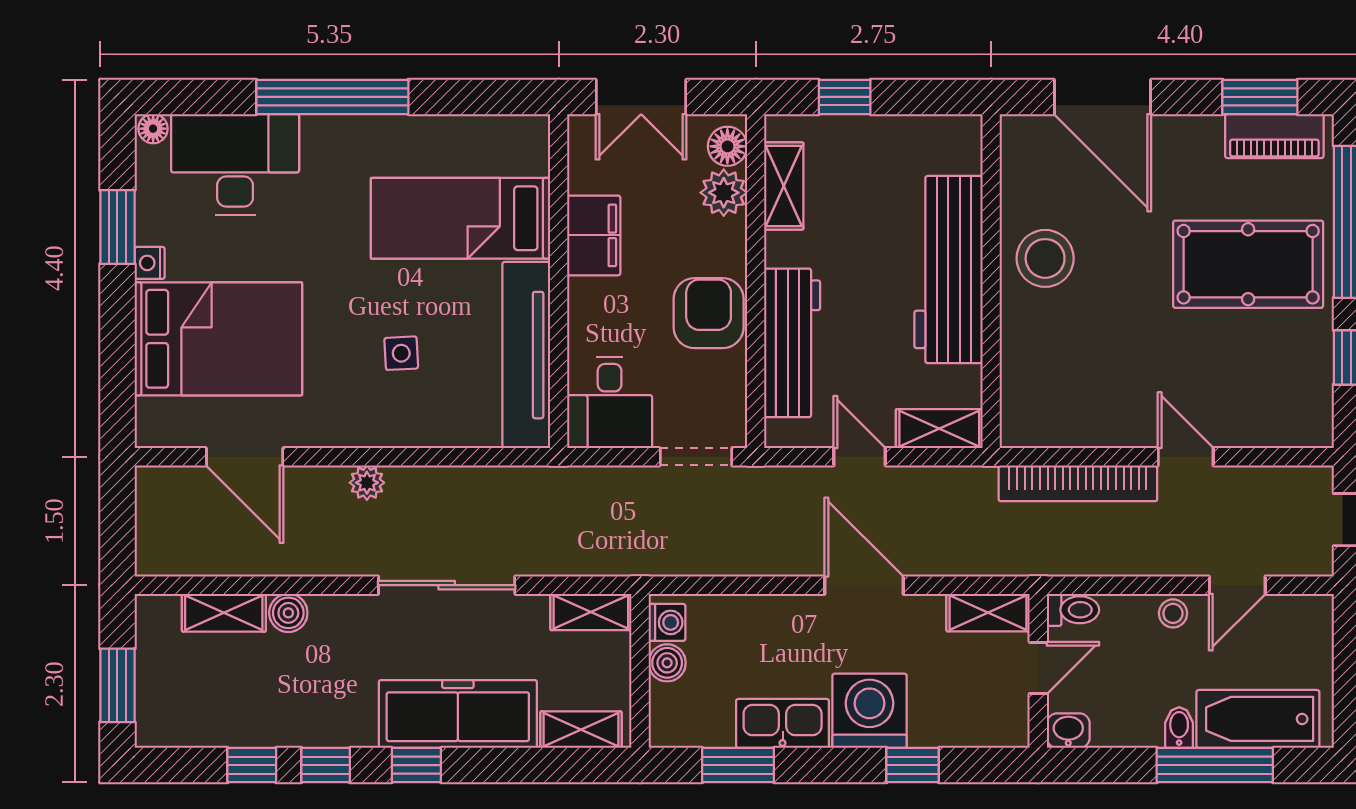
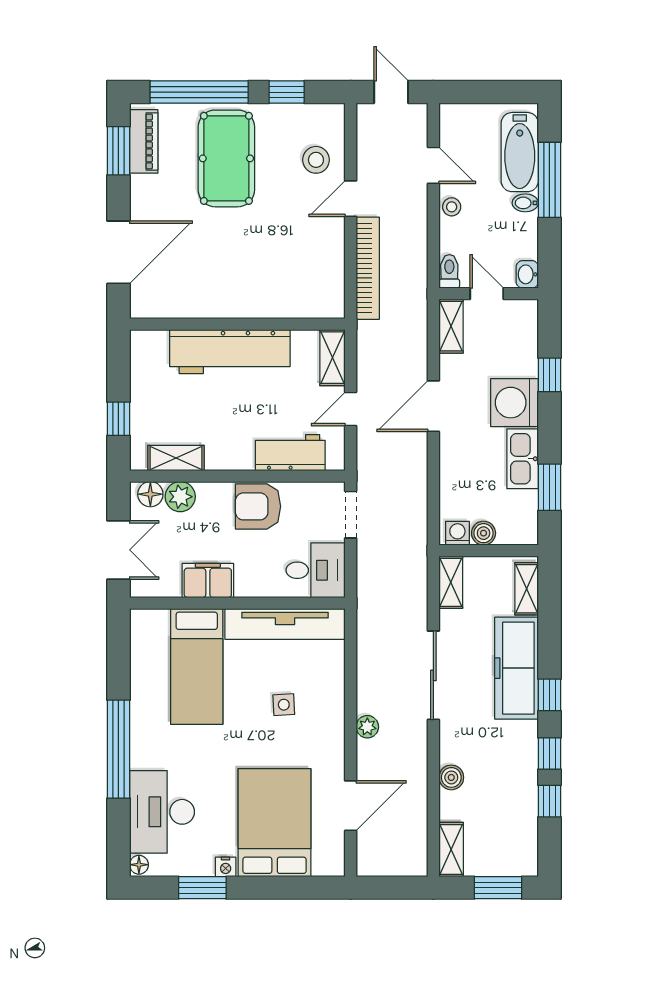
stool: (1045, 258) -> (316, 160), moved, width x0.73, depth x0.73
workbench: (792, 343) -> (290, 453), width x0.73
shelving: (224, 613) -> (451, 850), moved

